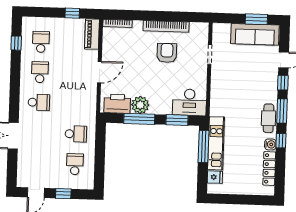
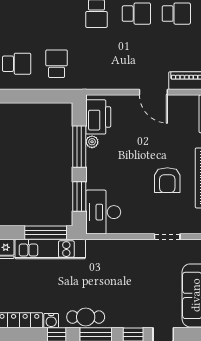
armchair: (167, 53) -> (167, 180), turned 90
door: (99, 72) -> (153, 92), moved
plant: (140, 105) -> (92, 142), width x0.53, depth x0.53
school desk: (76, 134) -> (57, 64), turned 180

